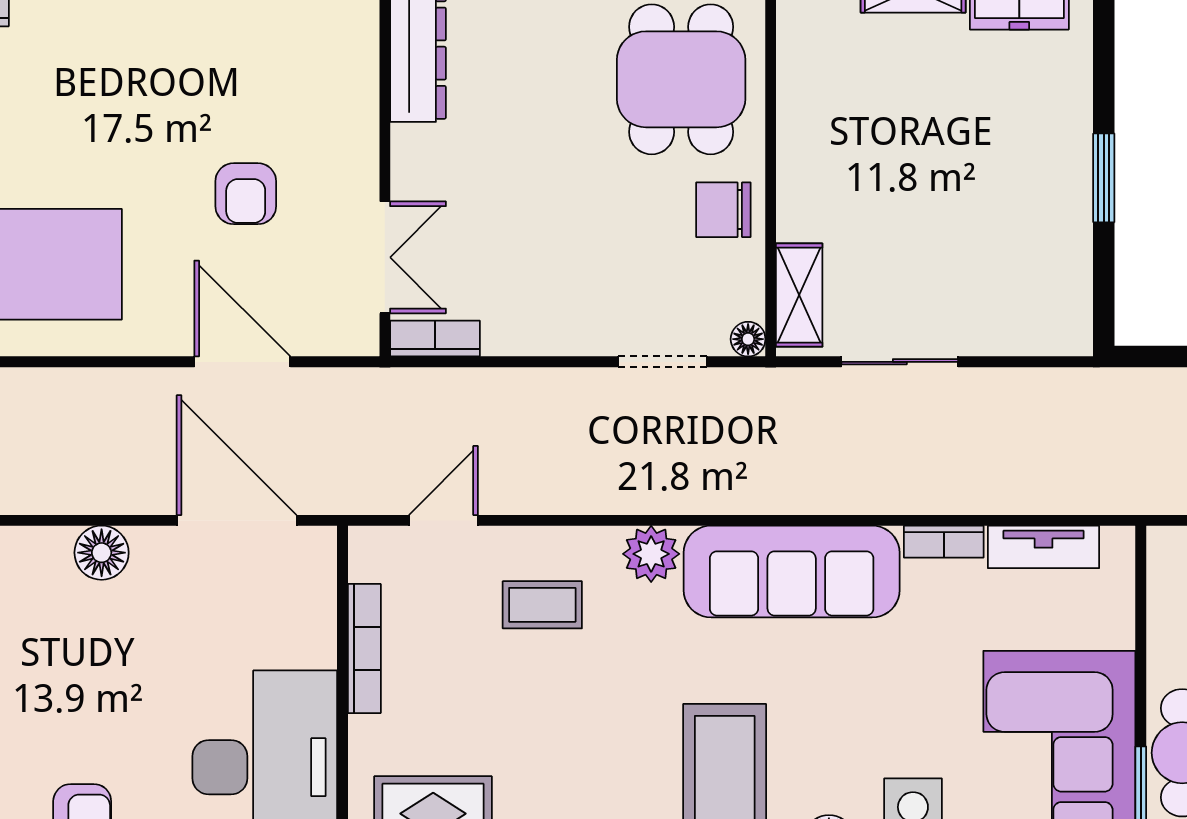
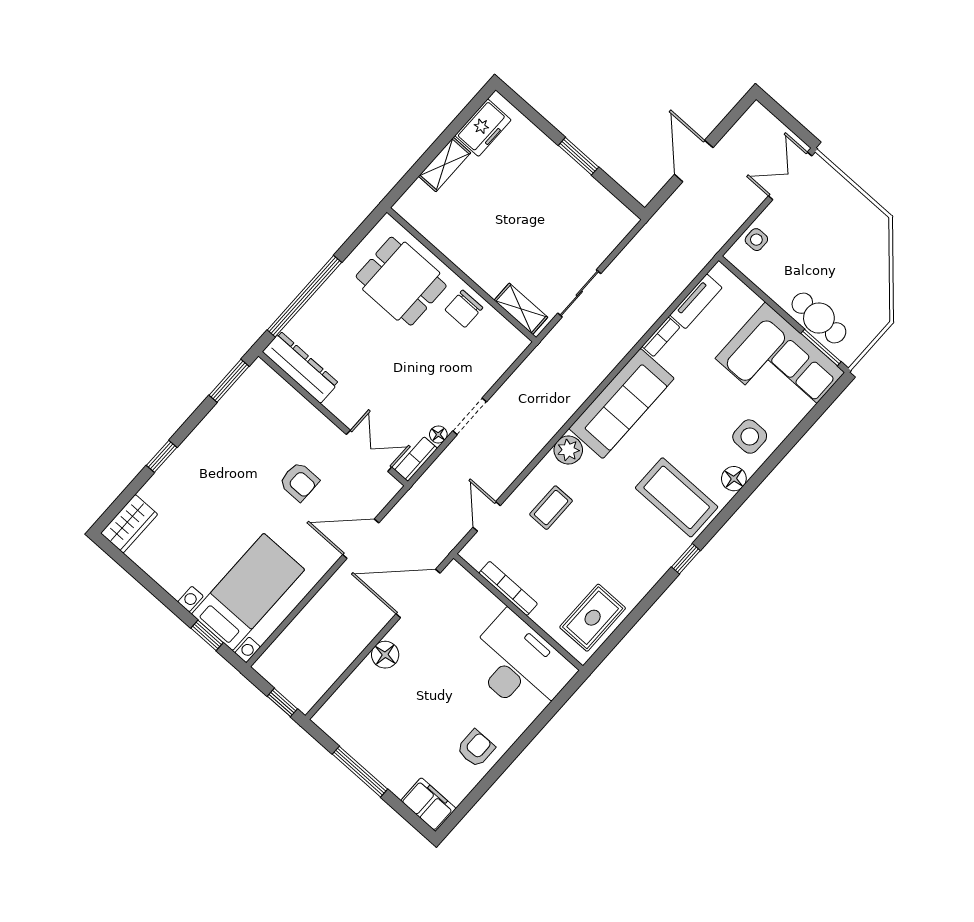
floor lamp: (748, 339) -> (438, 435), moved
doorway: (662, 362) -> (470, 416), moved

